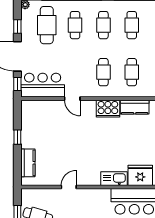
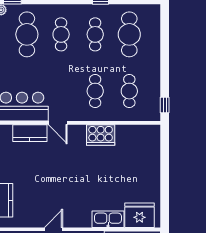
cafe table: (132, 25) -> (129, 34), width x1.37, depth x1.35
kitchen counter: (135, 107) -> (30, 133), moved

